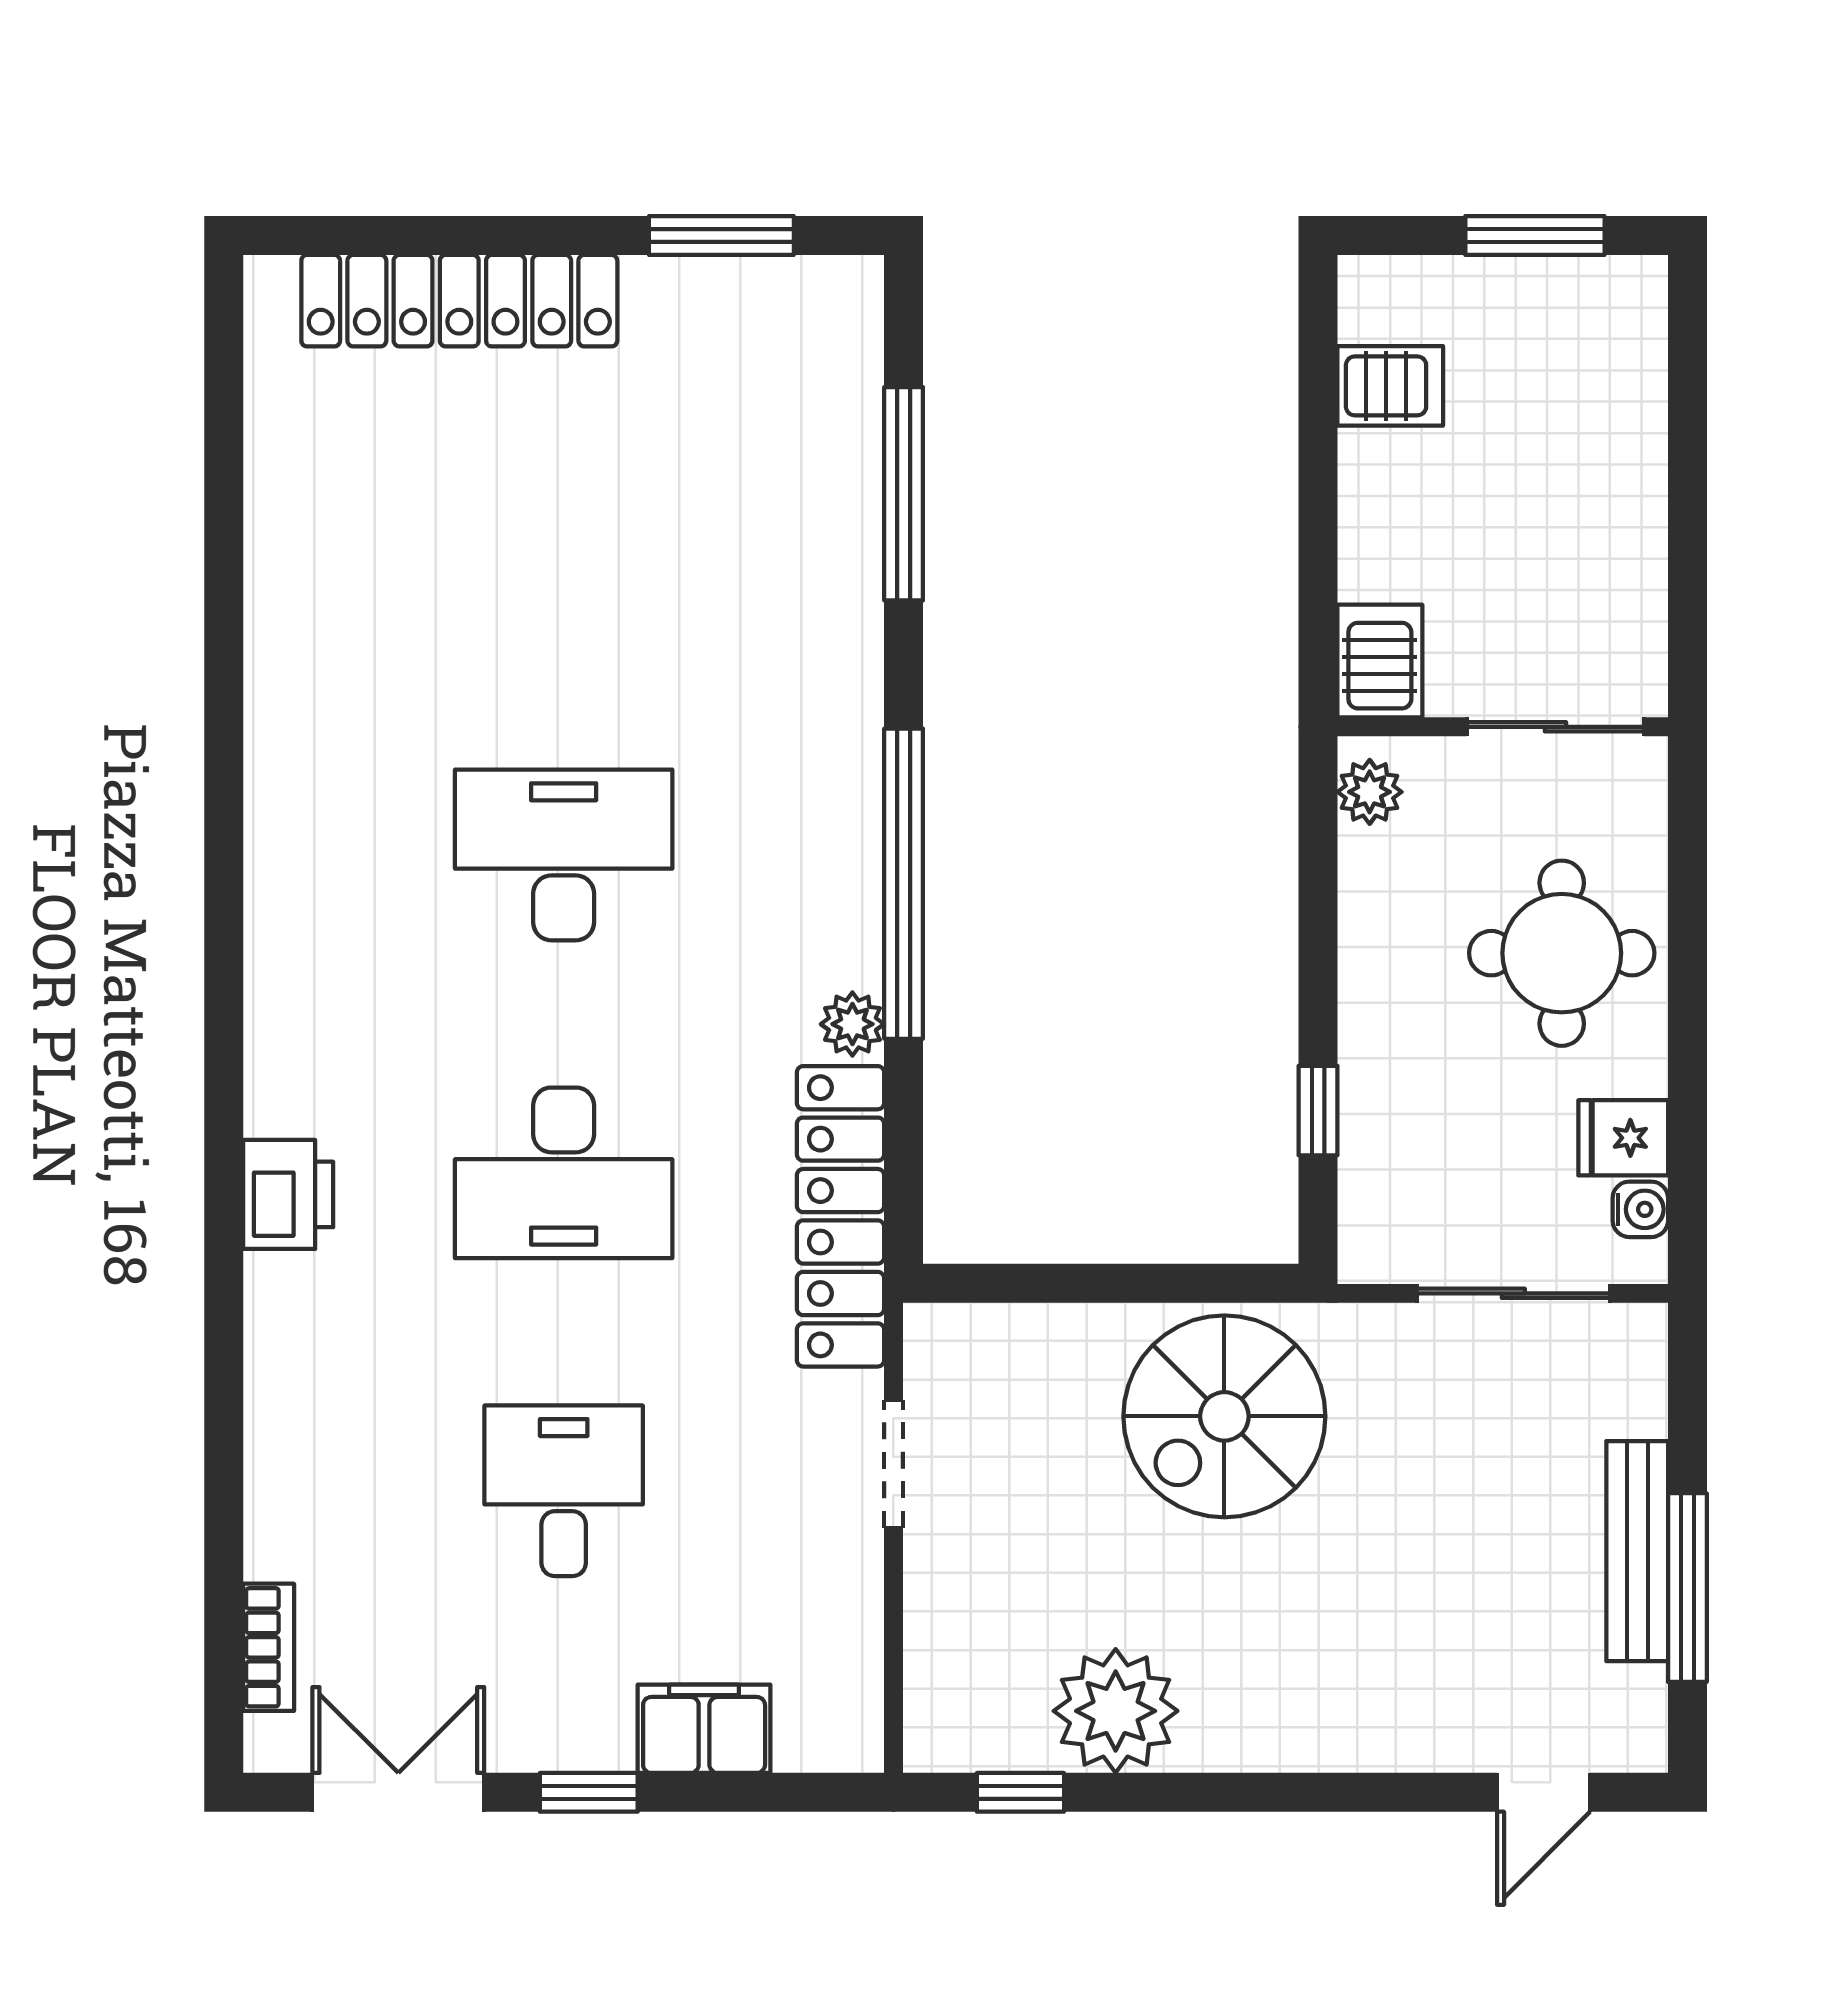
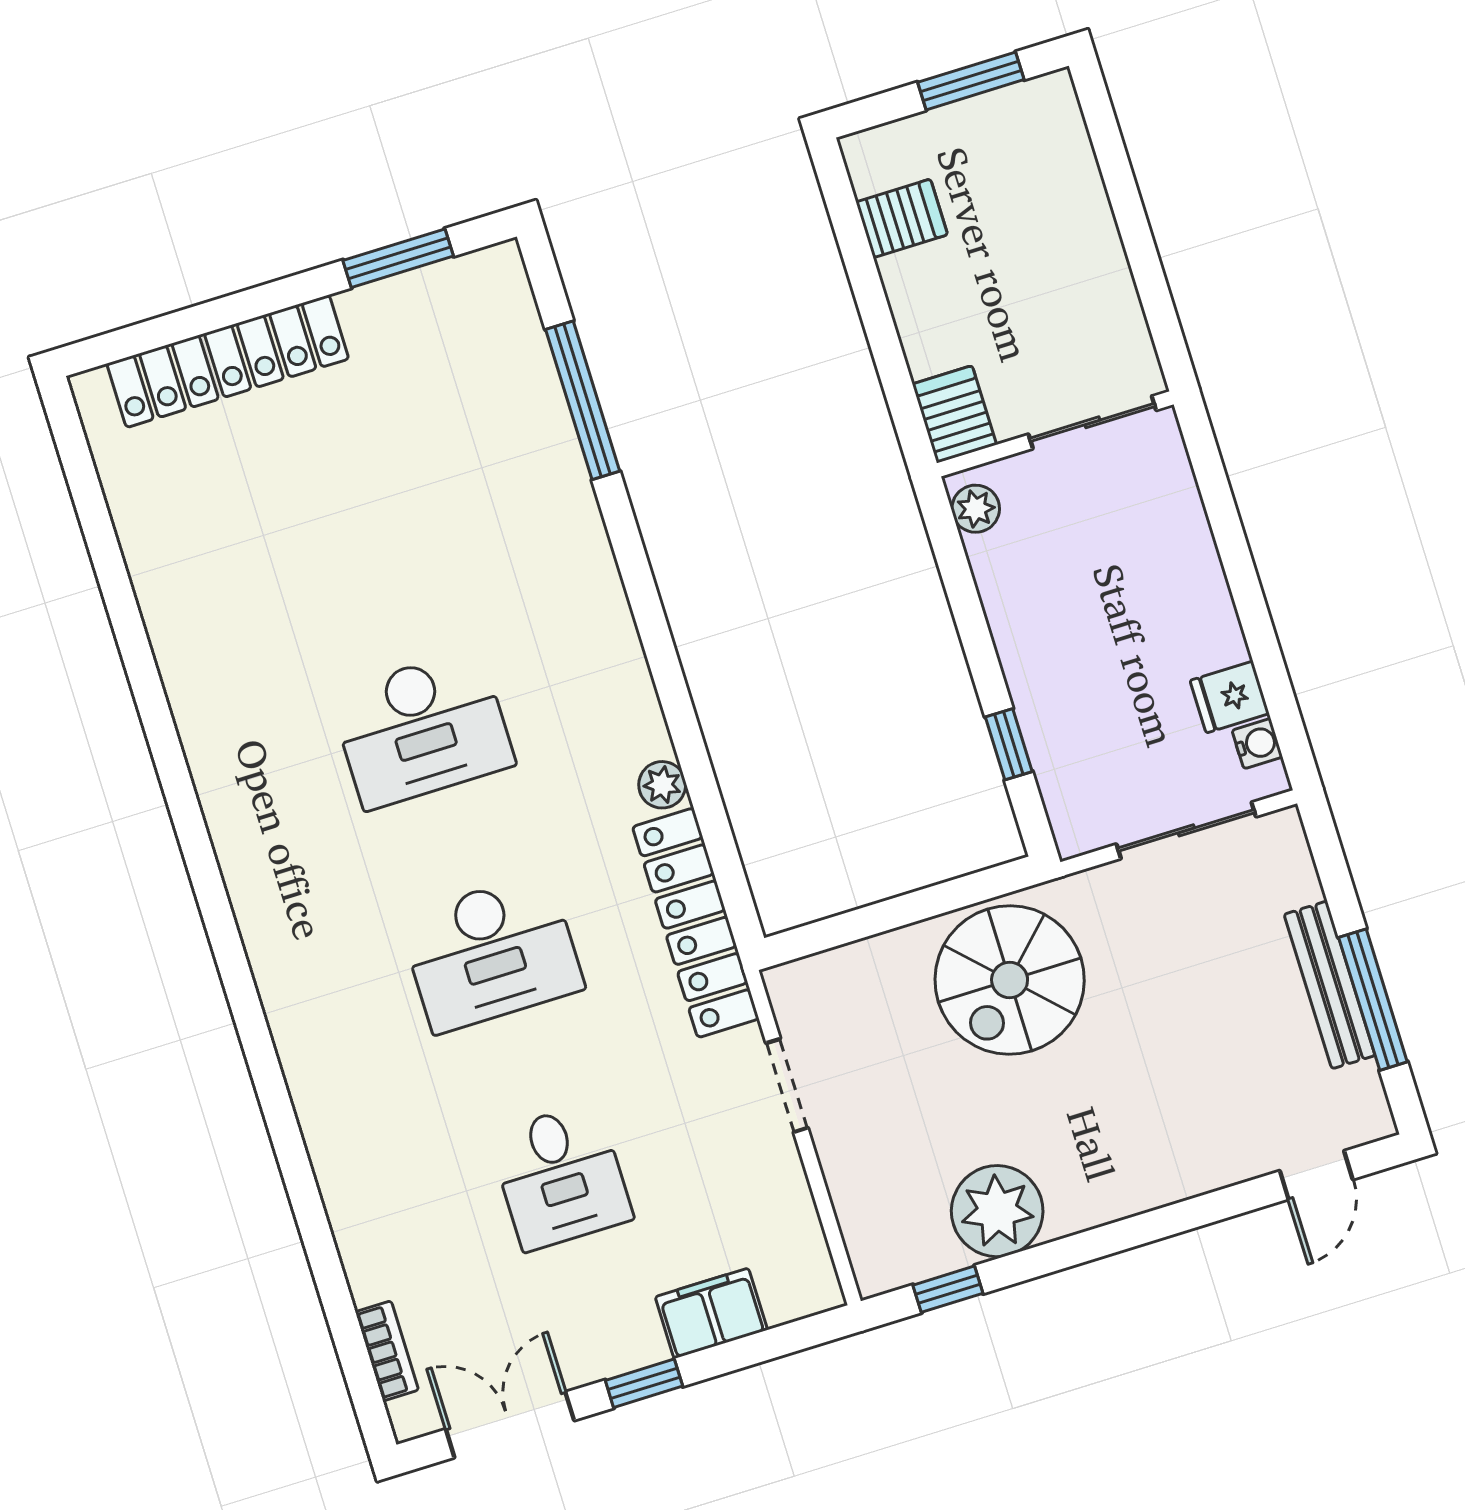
desk: (564, 855) -> (422, 729), turned 180
window: (904, 884) -> (668, 675), removed
round table: (1562, 953) -> (1146, 580), removed
printer: (288, 1194) -> (302, 1028), removed
desk: (564, 1491) -> (561, 1176), turned 180

